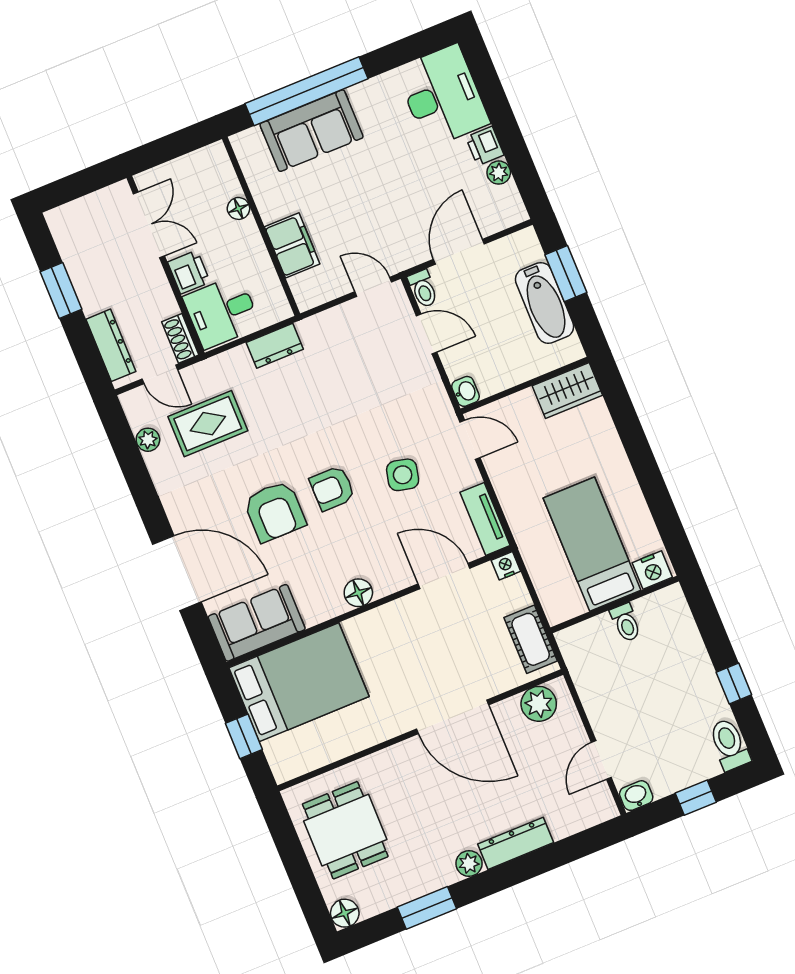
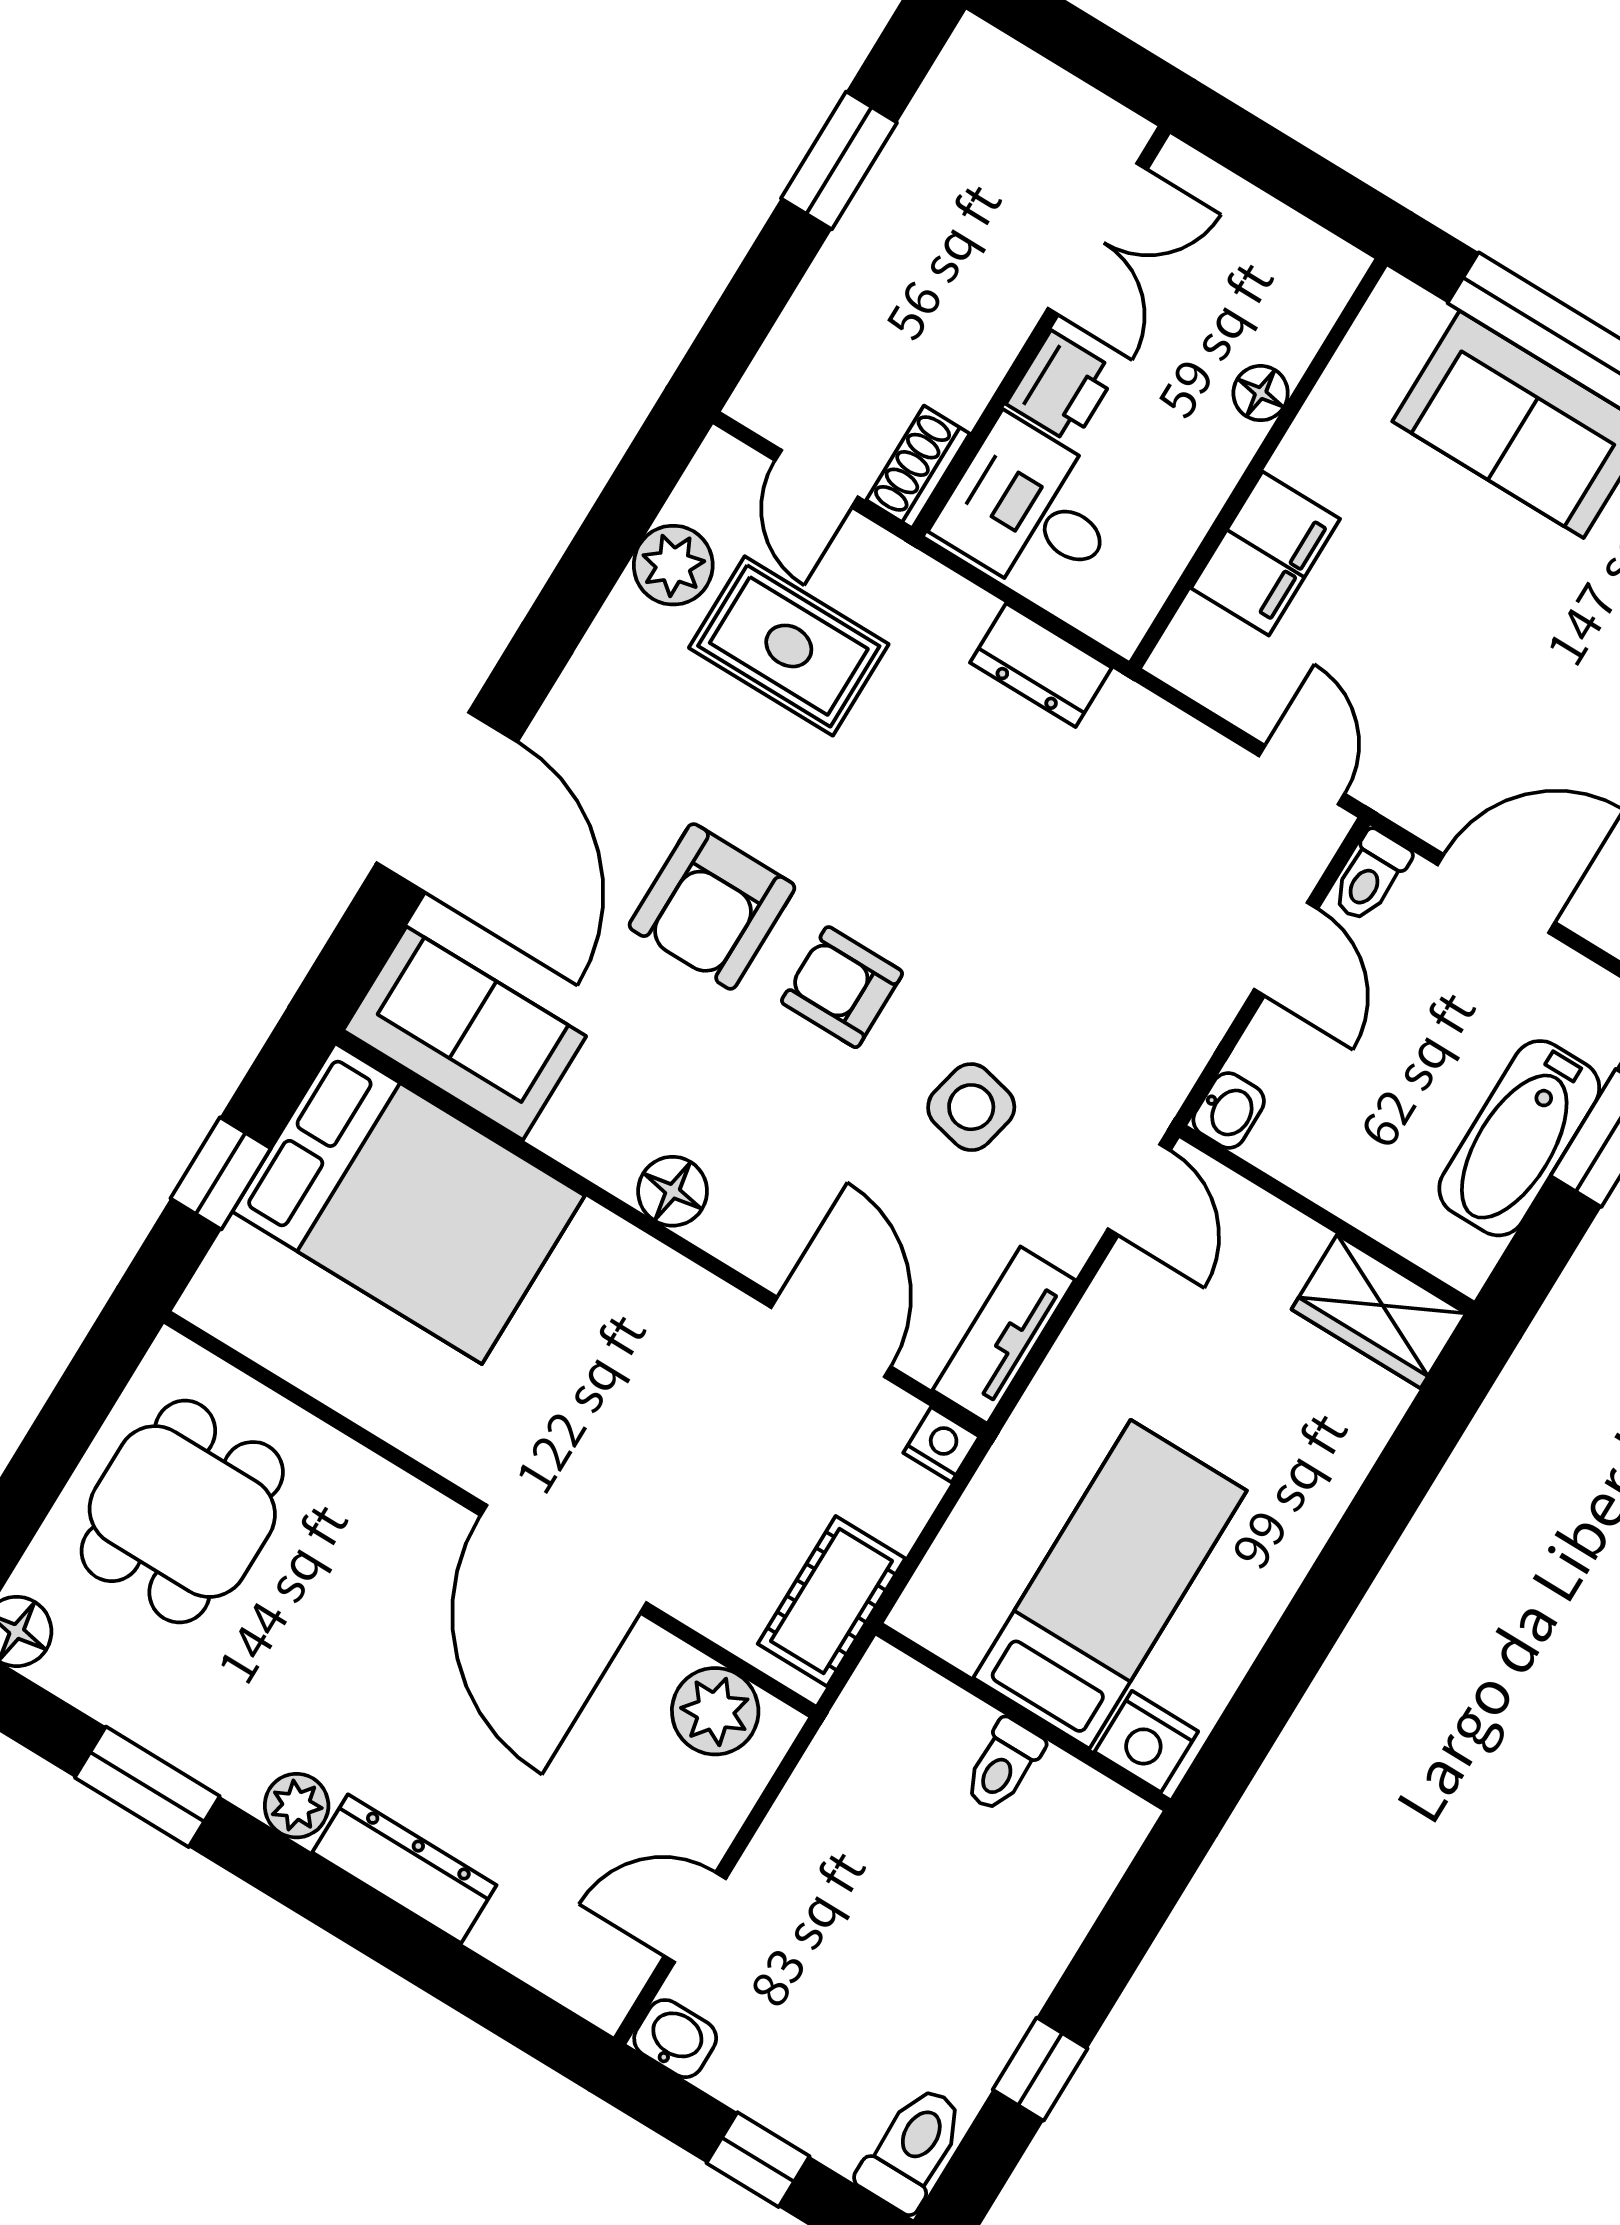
dresser: (111, 345) -> (803, 339), removed
plant: (148, 440) -> (673, 565), width x1.38, depth x1.38

